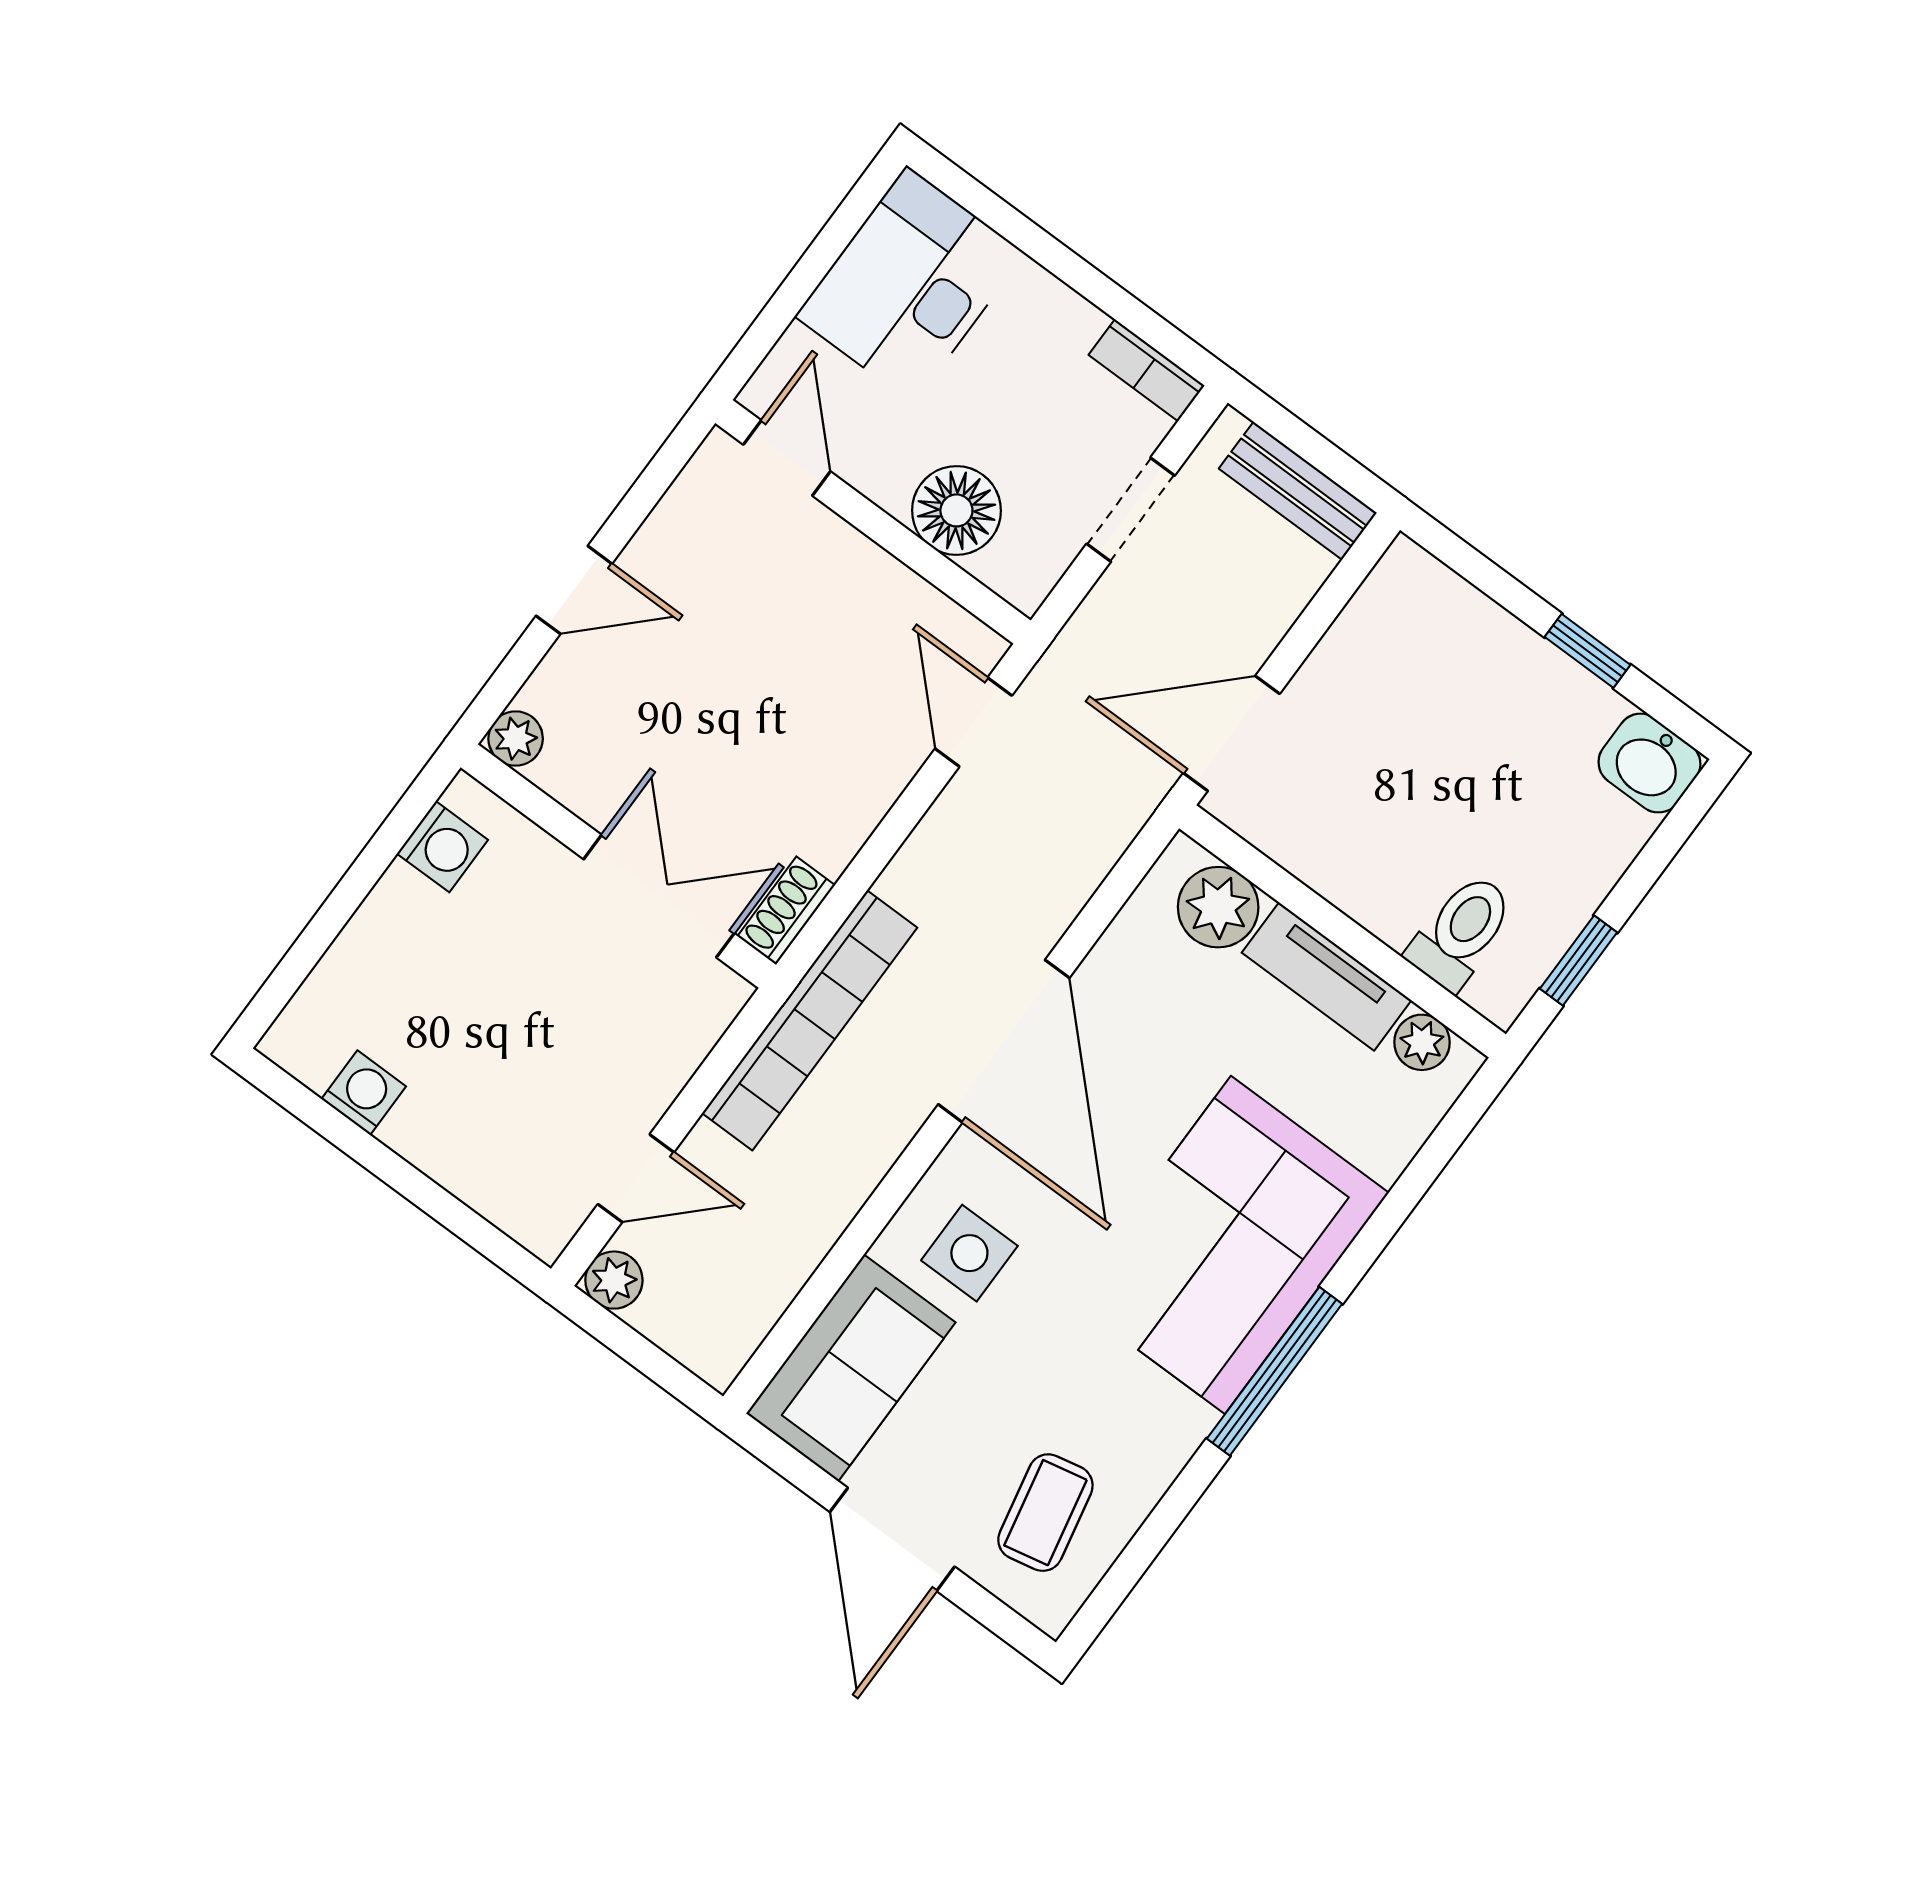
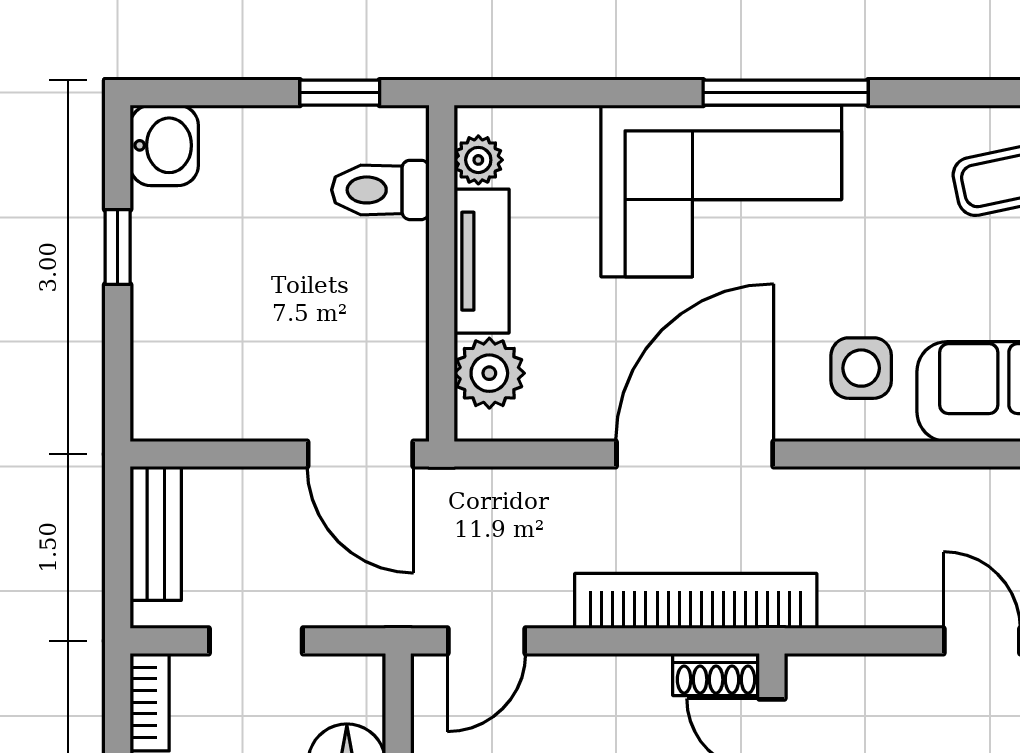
bookcase: (810, 1020) -> (696, 601), moved

